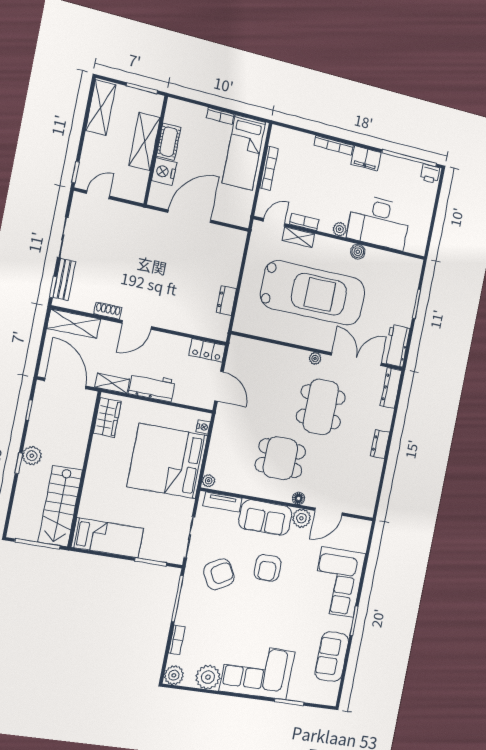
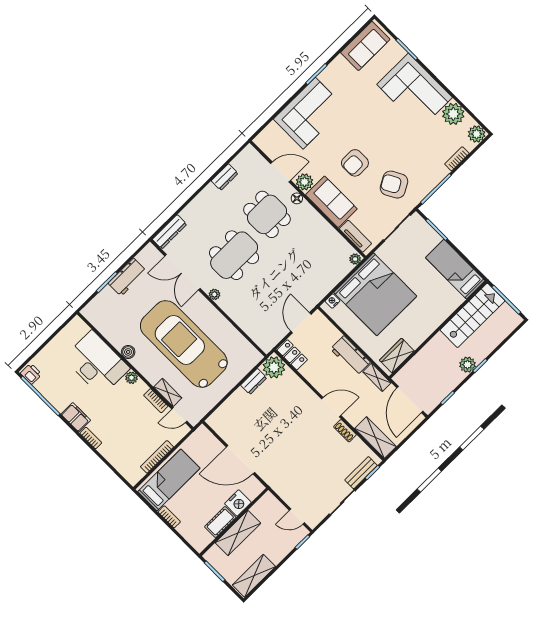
bookcase: (334, 145) -> (91, 438), width x0.64
plant: (216, 327) -> (274, 367), added
workbench: (397, 346) -> (127, 277), moved
dresser: (380, 444) -> (225, 177), moved
dining table: (280, 458) -> (267, 214), moved
armchair: (268, 568) -> (355, 163), turned 180
sofa: (332, 657) -> (365, 46), moved

